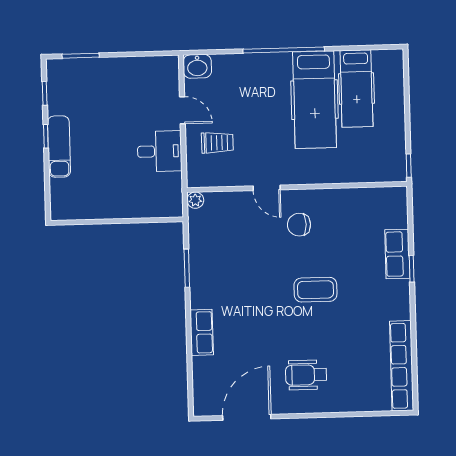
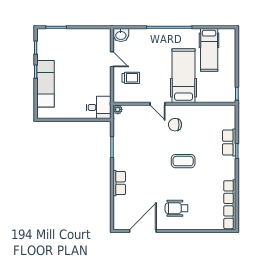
hospital bed: (315, 100) -> (184, 76), moved, turned 180
exam couch: (59, 147) -> (45, 84), width x1.36, depth x1.45
desk: (160, 151) -> (99, 107), moved

